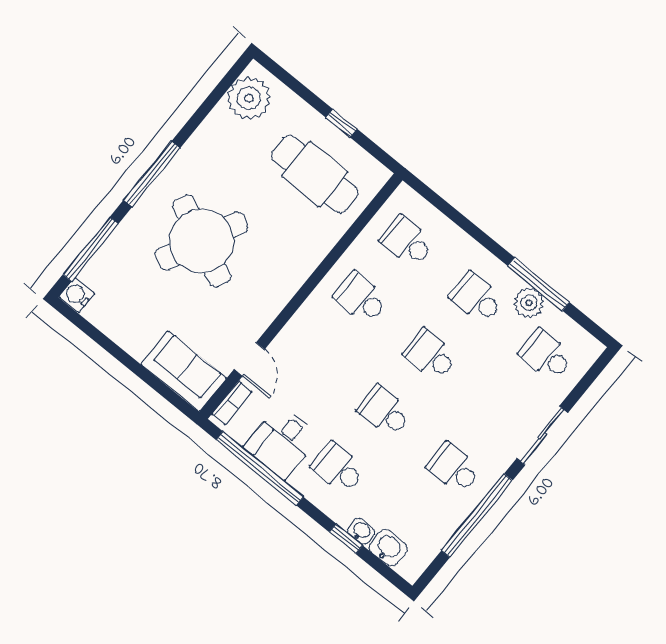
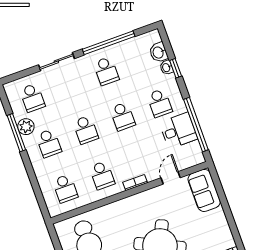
bookcase: (232, 403) -> (135, 183), moved

